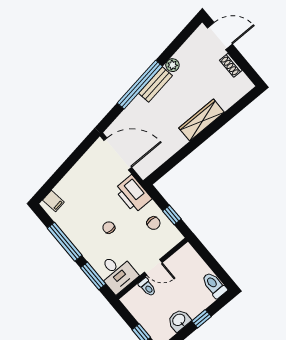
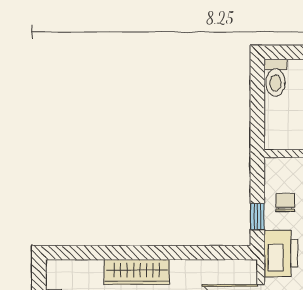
window: (172, 215) -> (257, 217), moved

